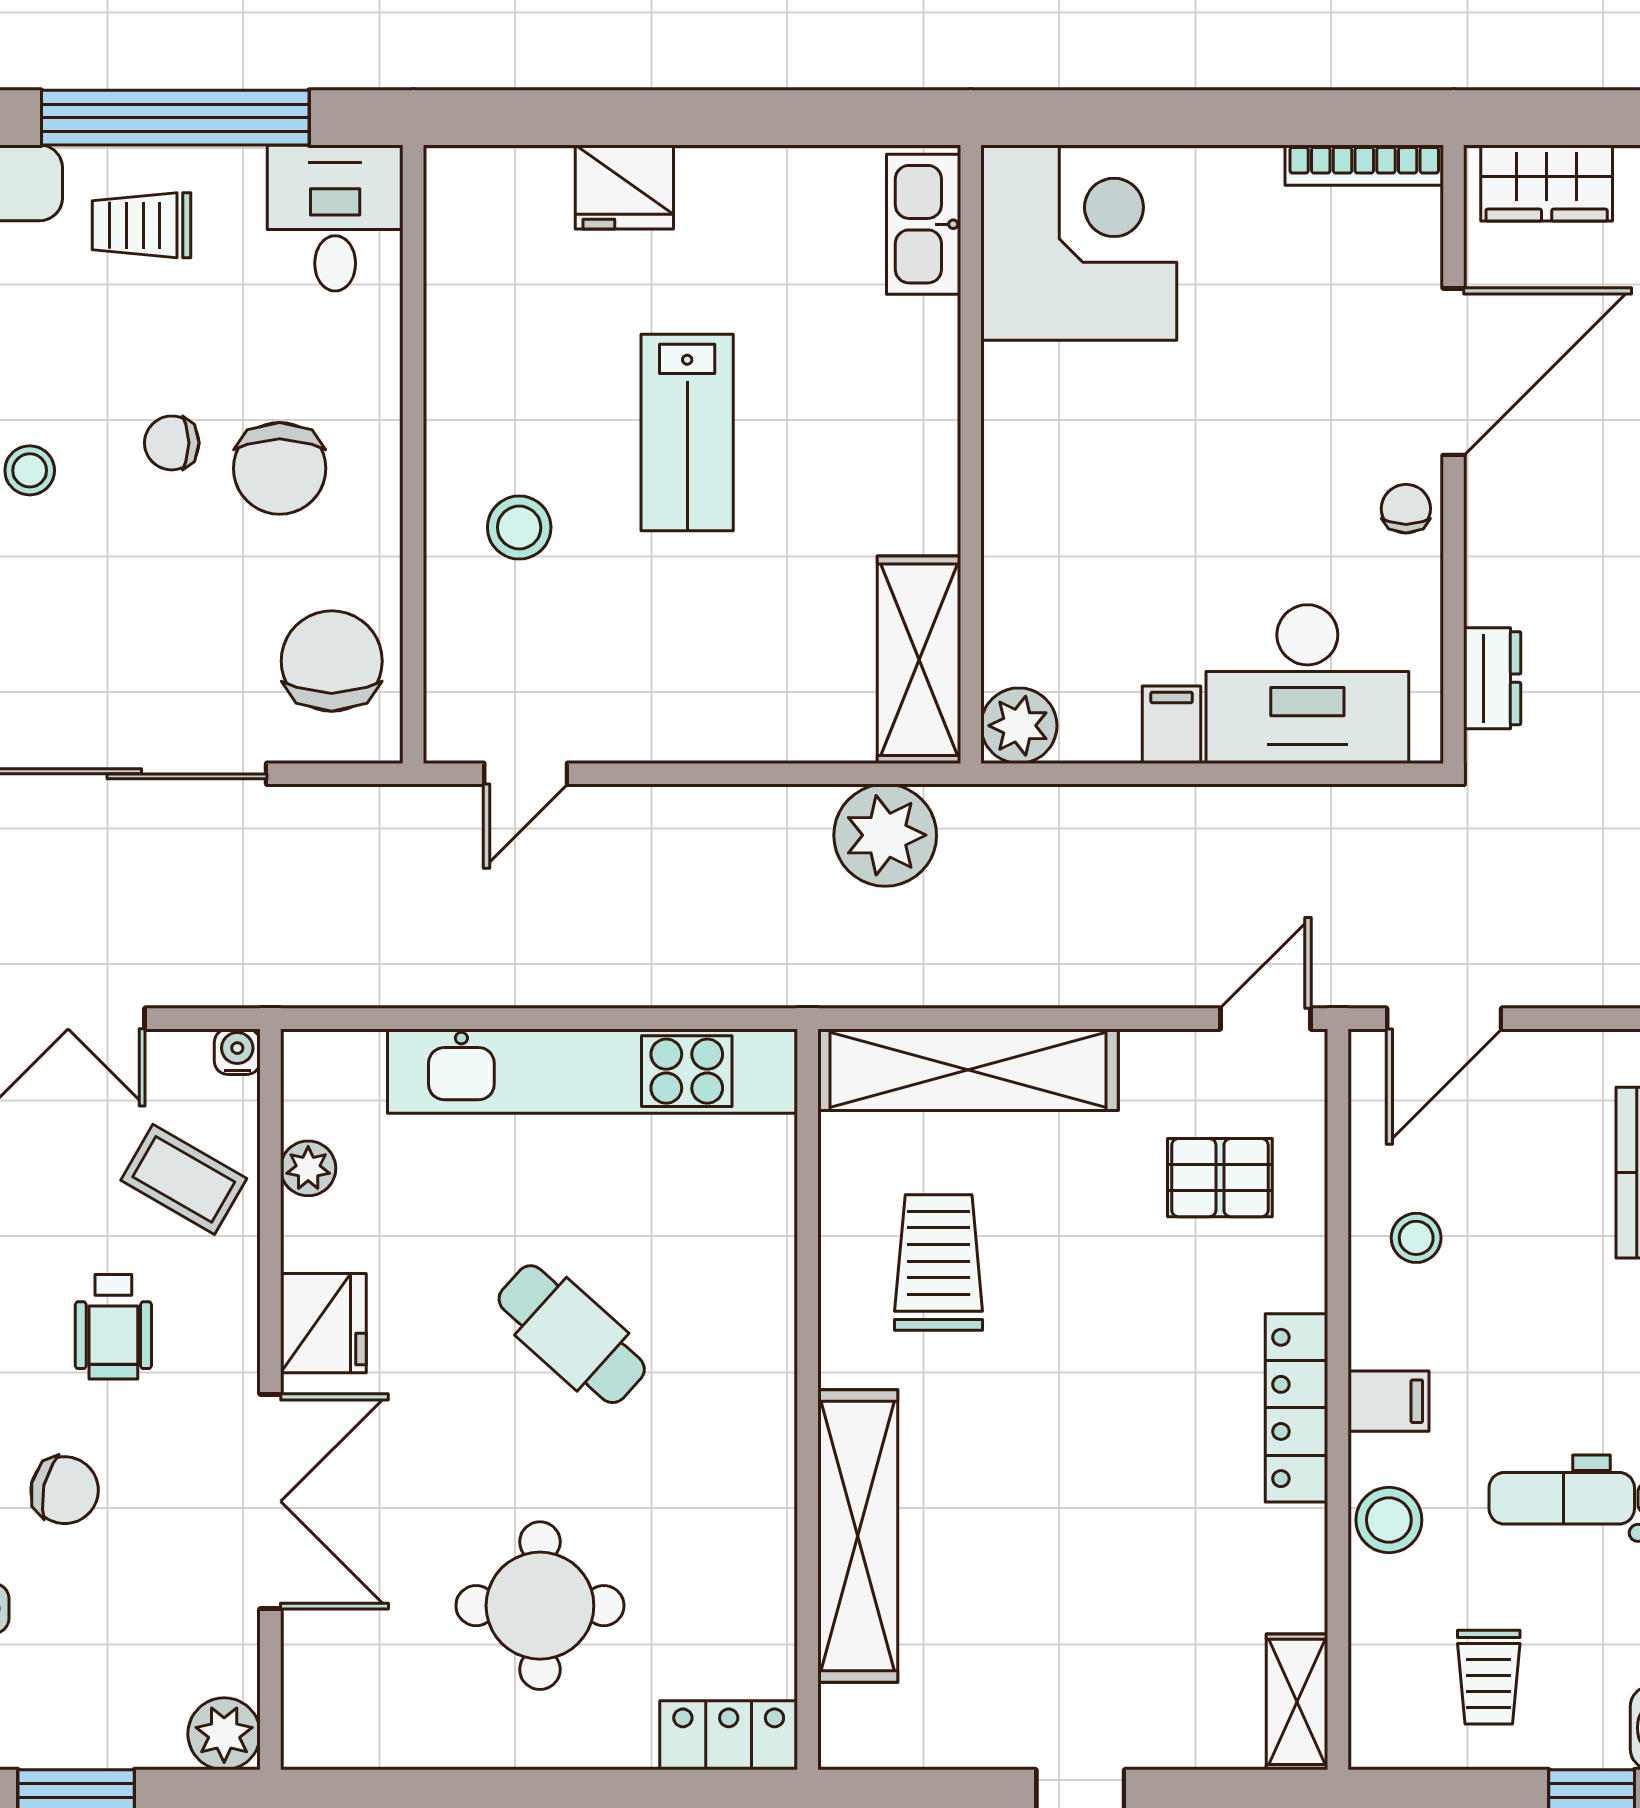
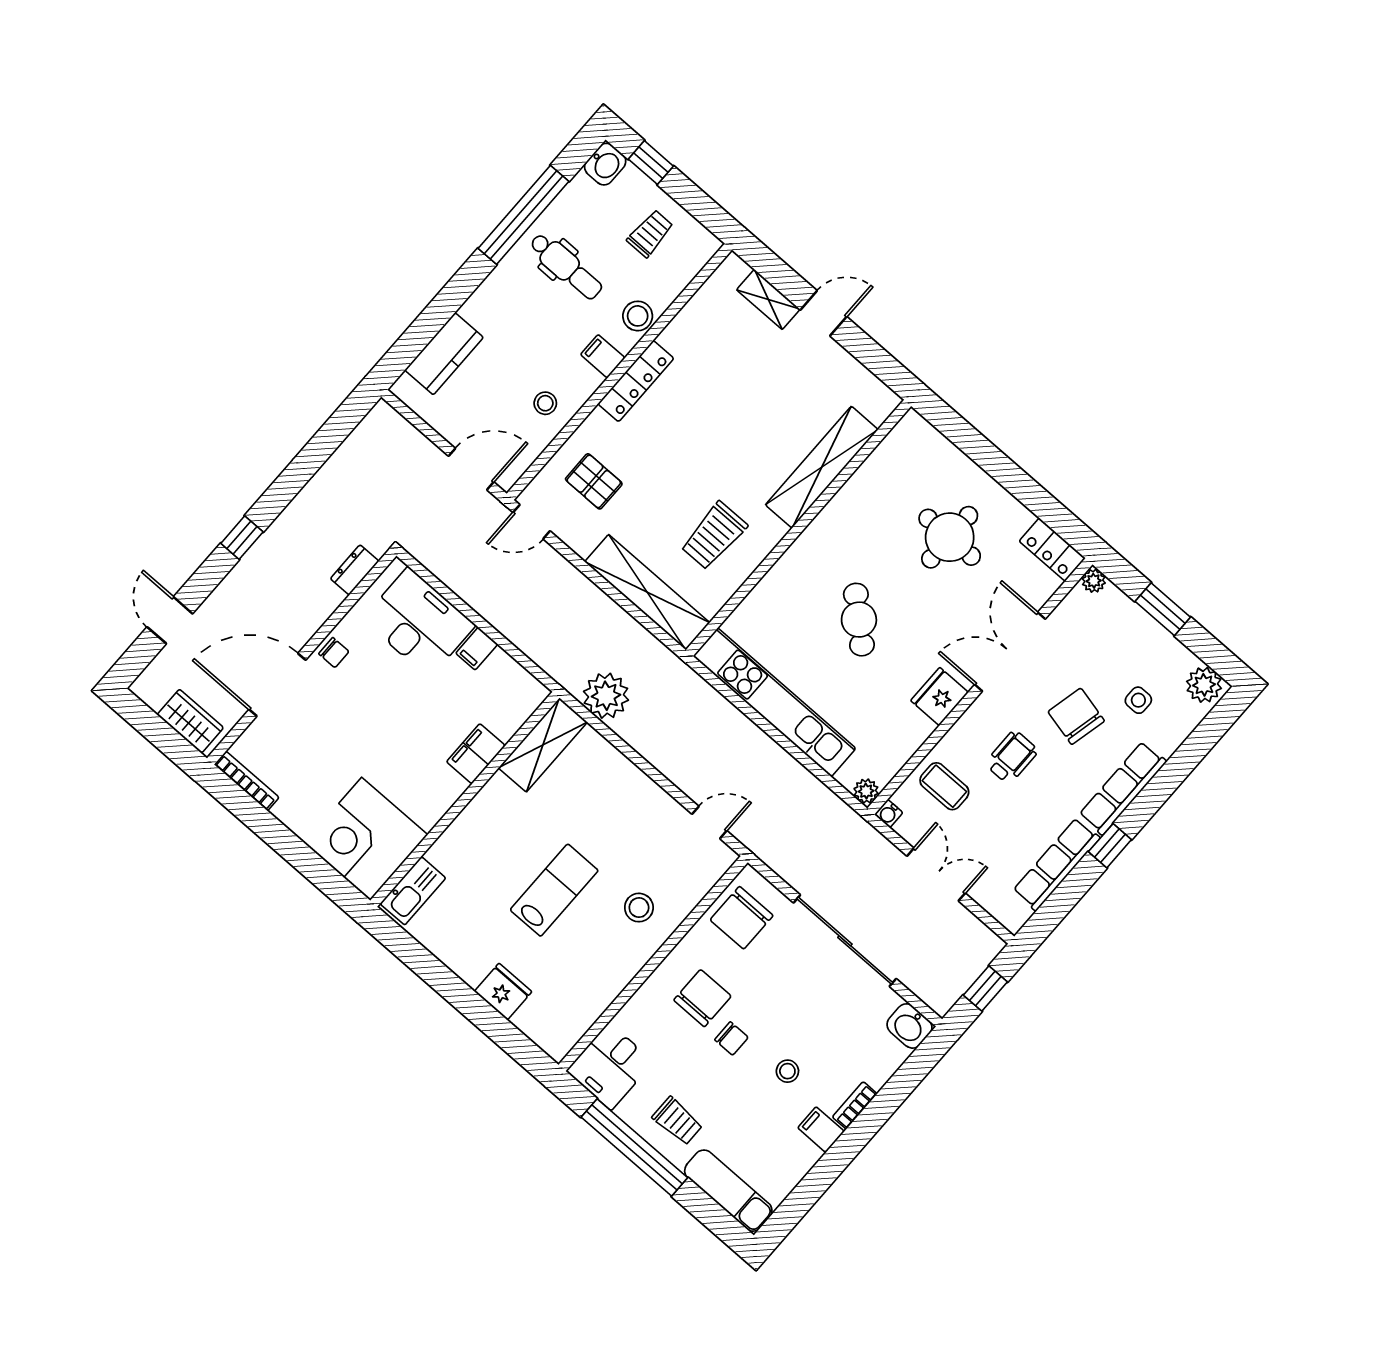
chair: (1406, 509) -> (334, 653), turned -90
filing cabinet: (1019, 547) -> (476, 754), added
plant: (1019, 726) -> (529, 693), removed
plant: (308, 1168) -> (866, 791), moved
coffee table: (184, 1179) -> (944, 786), turned -30
chair: (65, 1490) -> (1076, 716), width x1.37, depth x1.37
shelving: (1297, 1702) -> (768, 299), moved, turned 90
plant: (224, 1734) -> (1094, 581), width x0.73, depth x0.73
locker: (729, 1735) -> (1052, 550), moved

